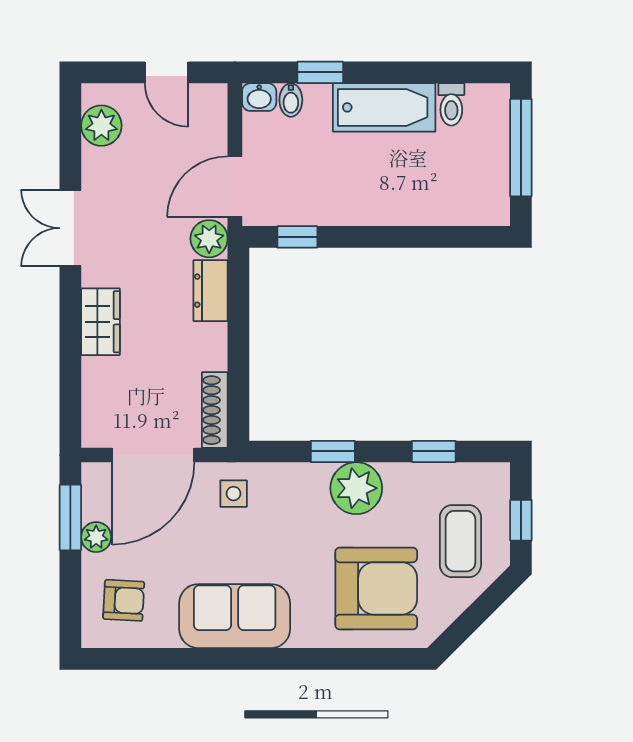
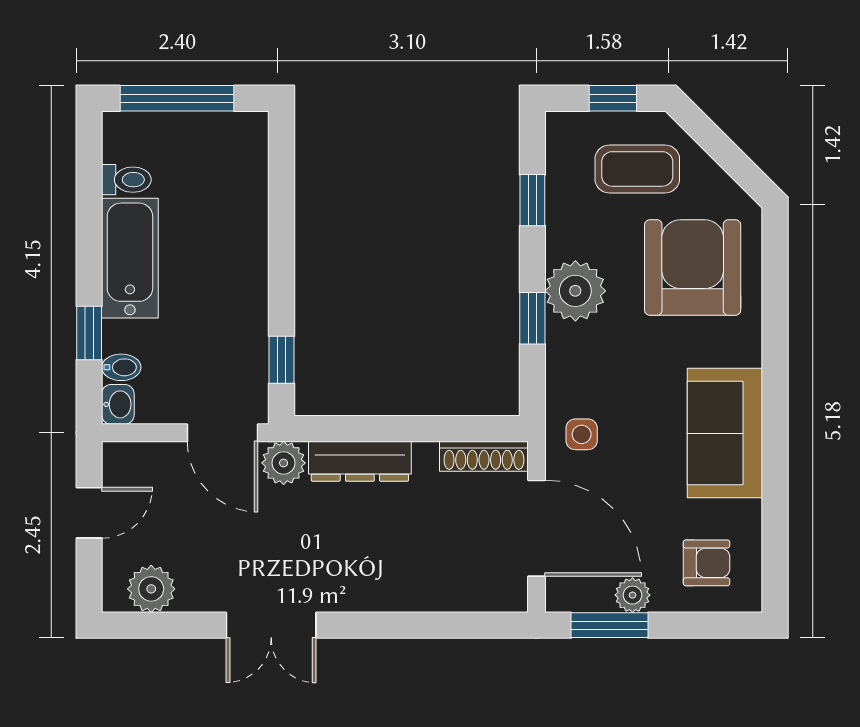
dresser: (211, 291) -> (360, 461), width x1.44
wardrobe: (100, 322) -> (381, 590), removed
armchair: (124, 600) -> (707, 563), turned 87

